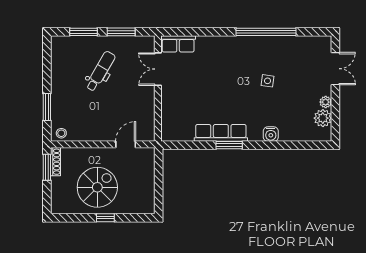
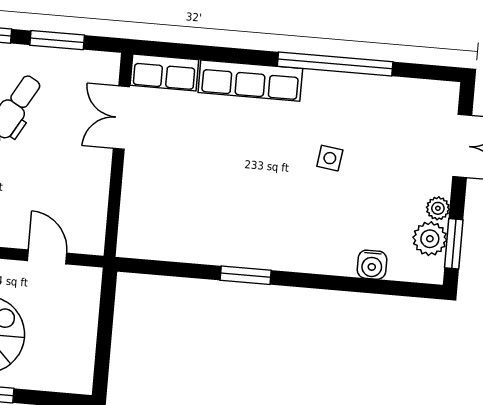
window: (335, 120) -> (454, 244), added
row of seats: (221, 133) -> (250, 81), moved, turned 180
water cooler: (271, 134) -> (372, 265), moved
door: (126, 144) -> (47, 257), hinge flipped

